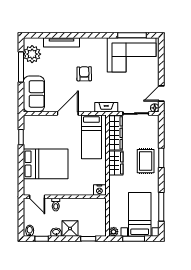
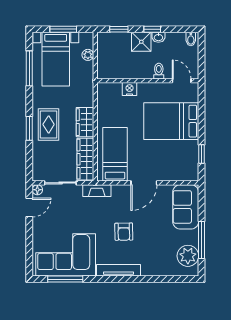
tv unit: (62, 42) -> (119, 270), moved
nightstand: (99, 190) -> (130, 89), moved
plant: (114, 232) -> (88, 55), moved
window: (42, 239) -> (152, 29), moved

